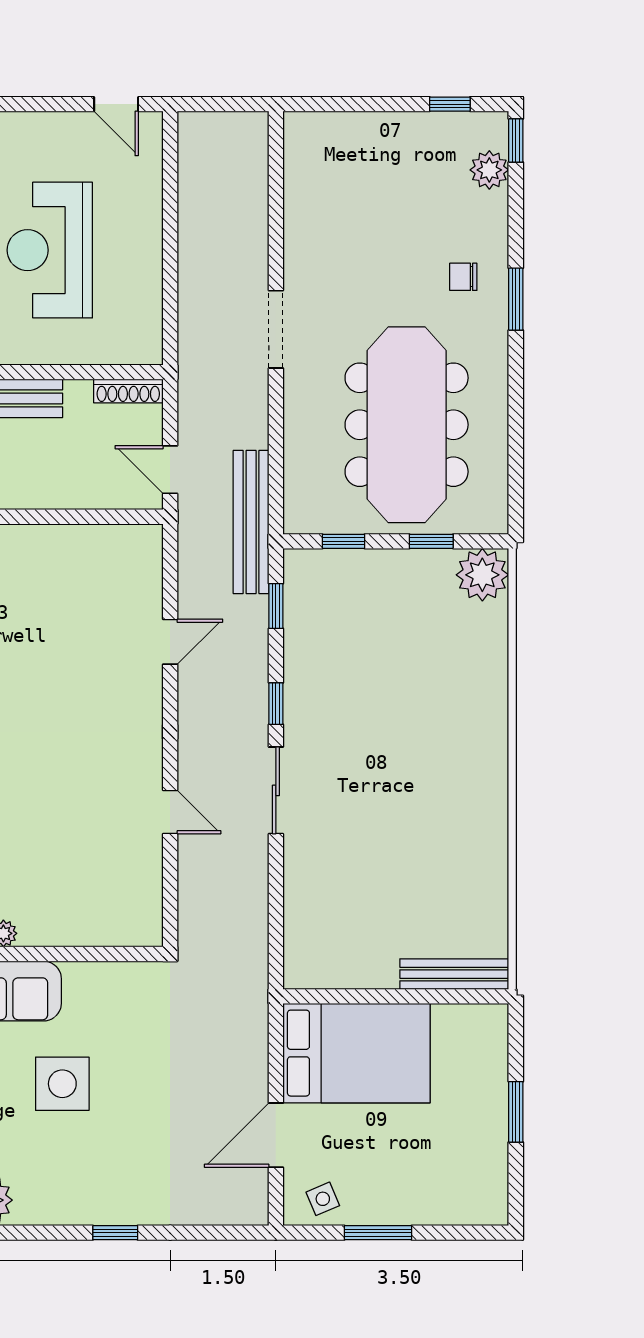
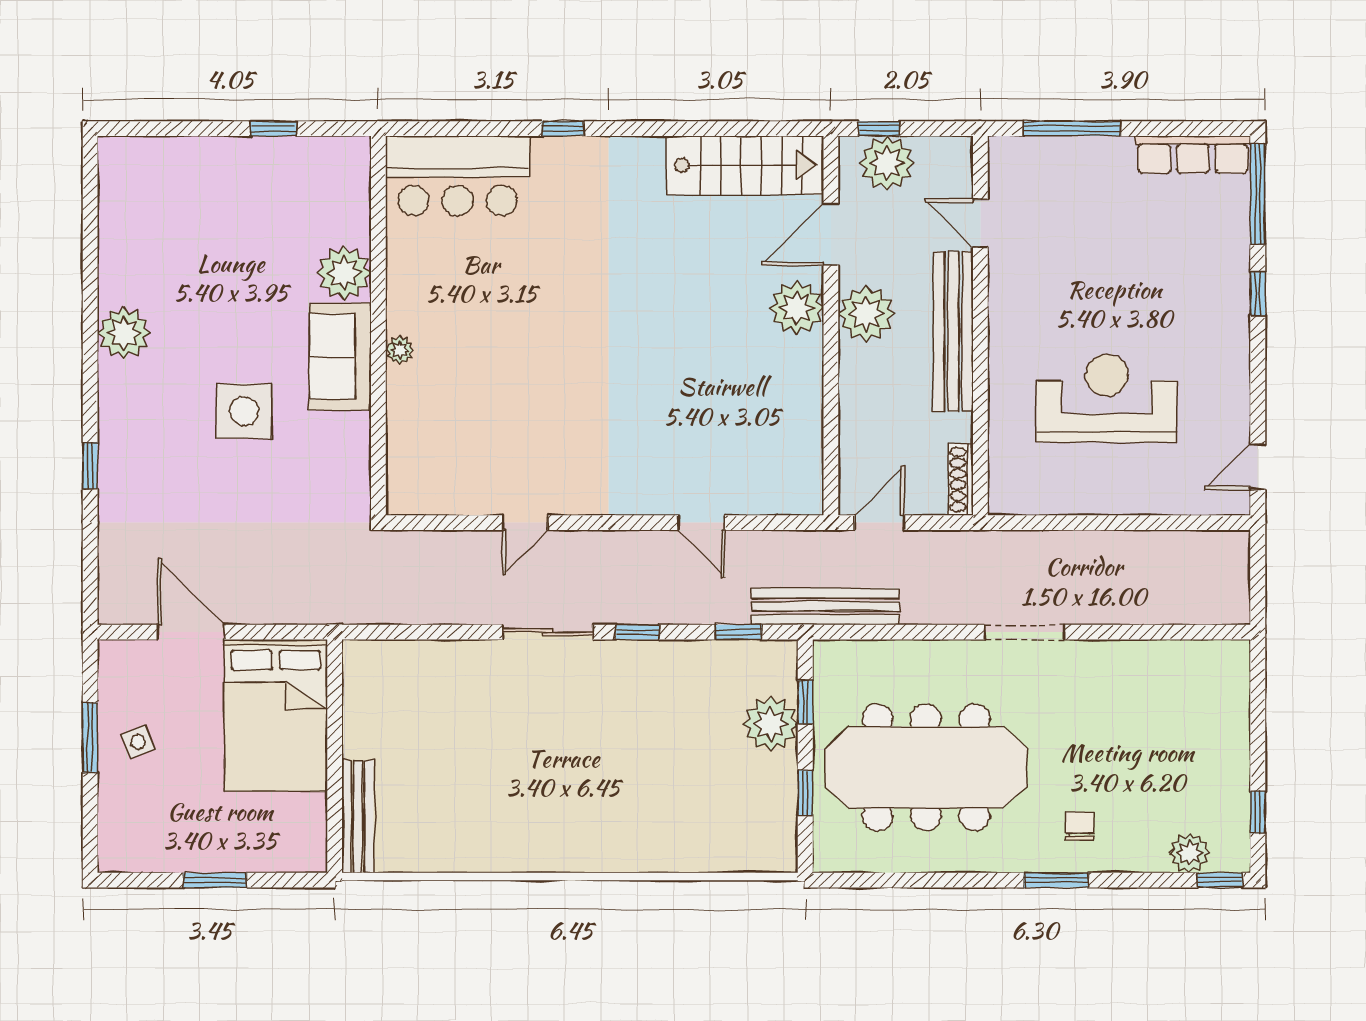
plant: (482, 575) -> (771, 724), moved
side table: (323, 1199) -> (138, 742), moved

